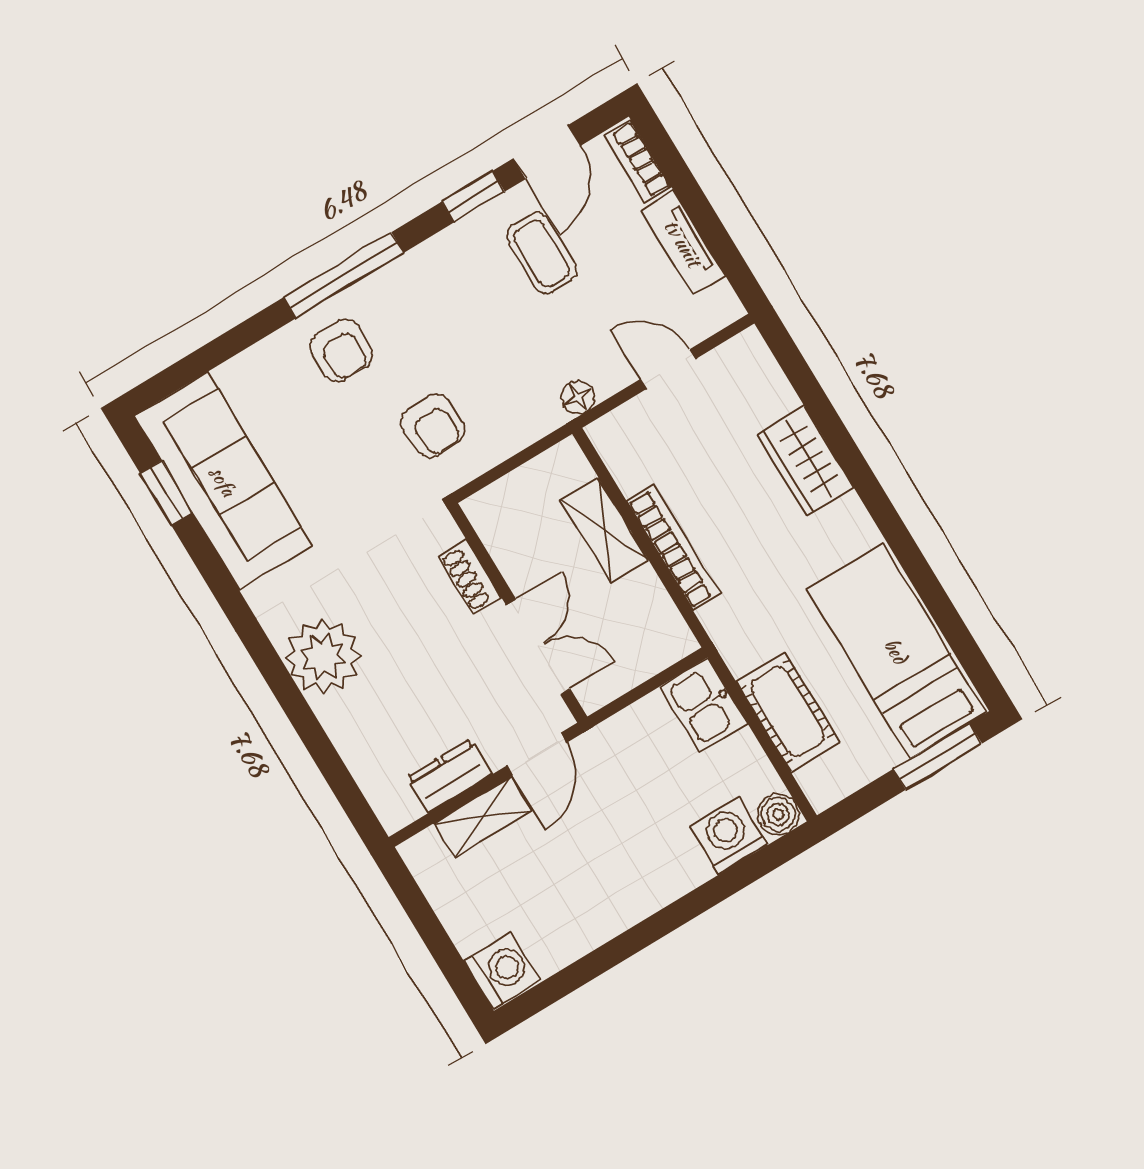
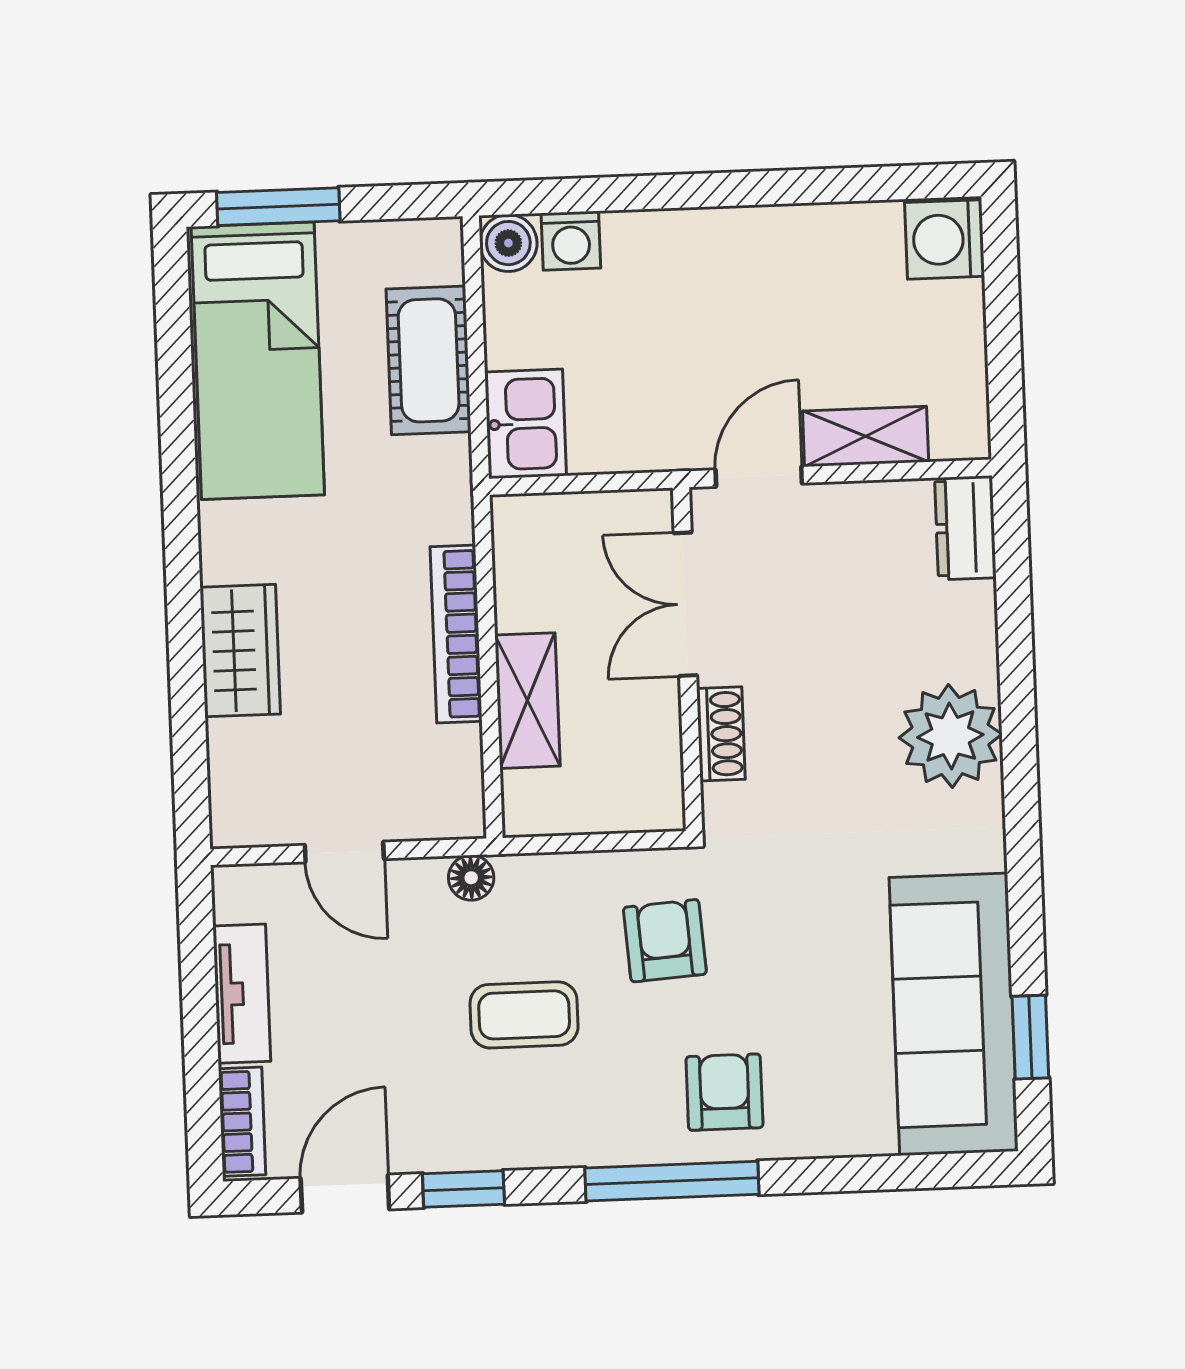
coffee table: (542, 253) -> (524, 1015), moved, turned 90
dresser: (449, 776) -> (965, 528), moved, turned 90
washing machine: (729, 835) -> (571, 241), width x0.73, depth x0.73

